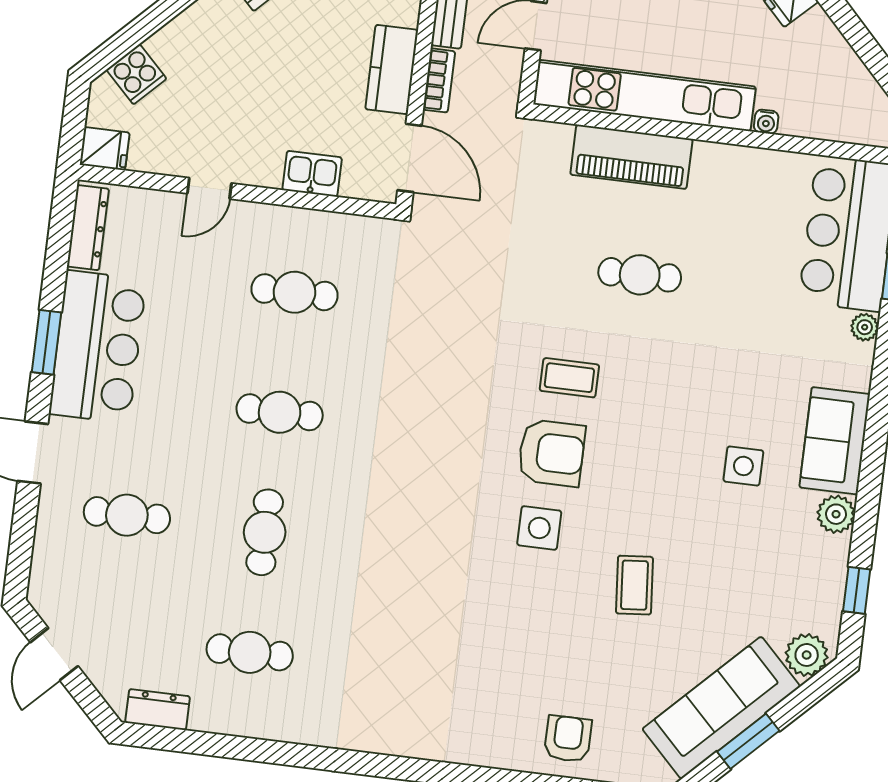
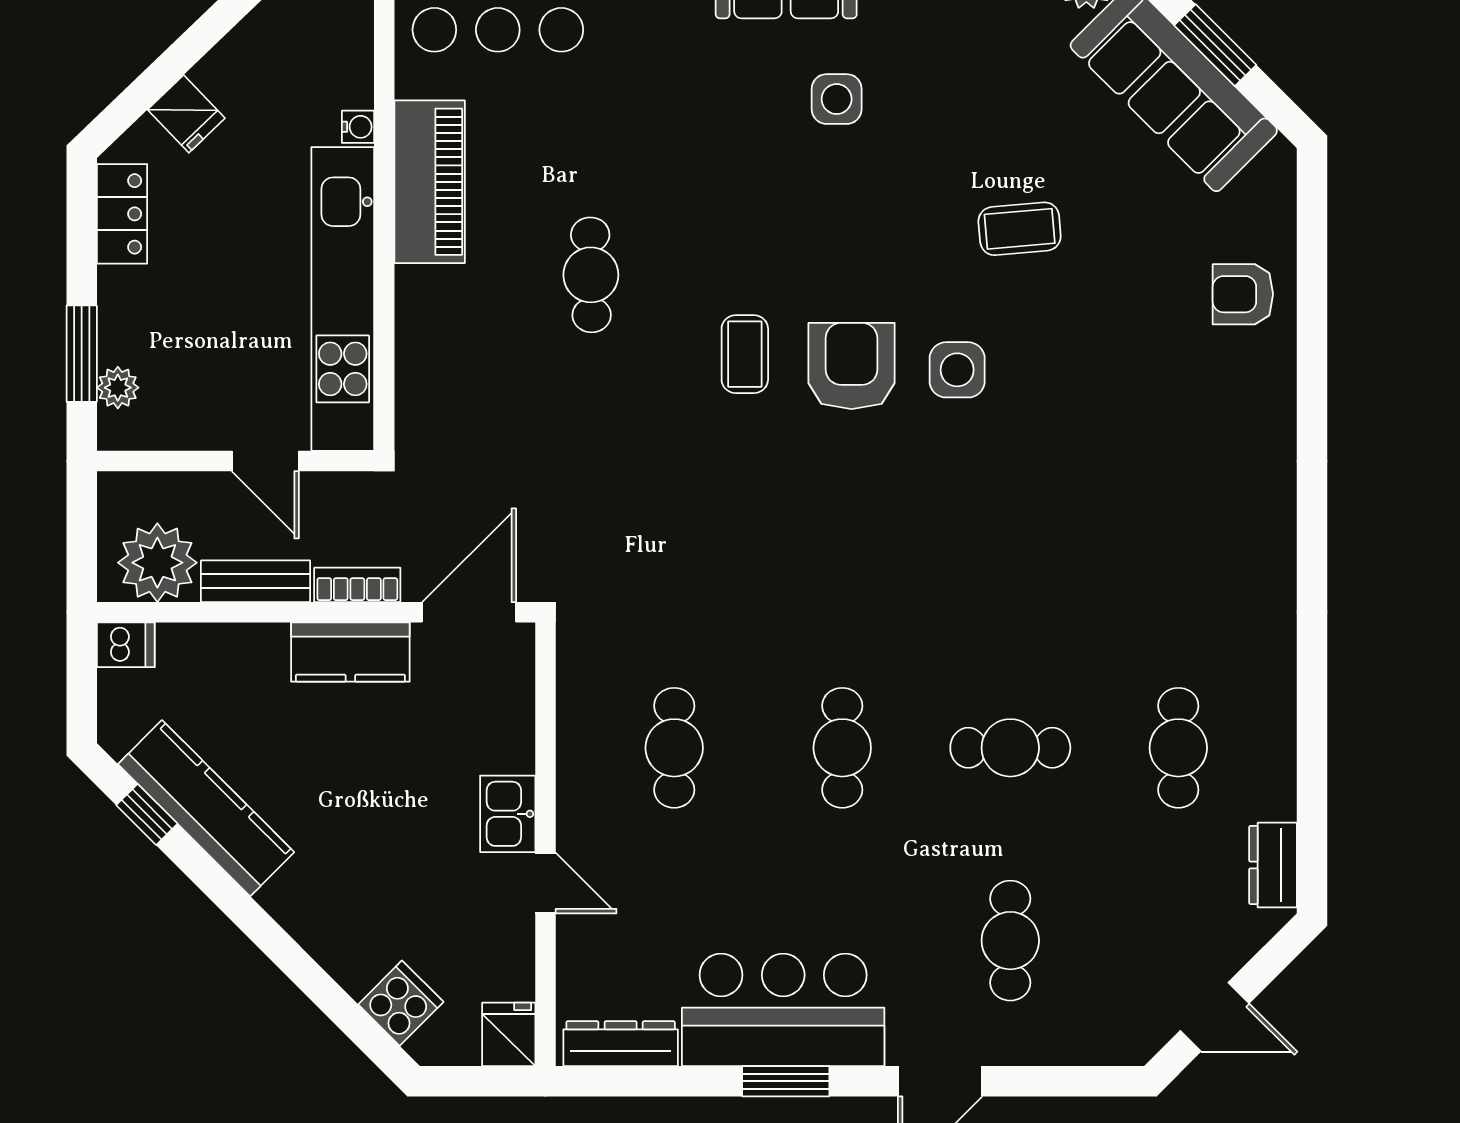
piano: (631, 157) -> (430, 182), moved
kitchen sink: (312, 174) -> (508, 814), moved

